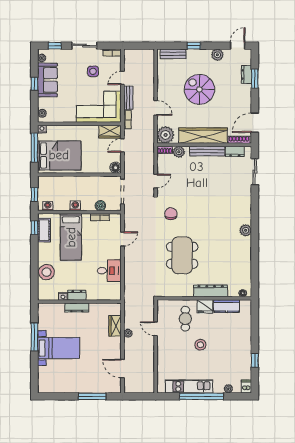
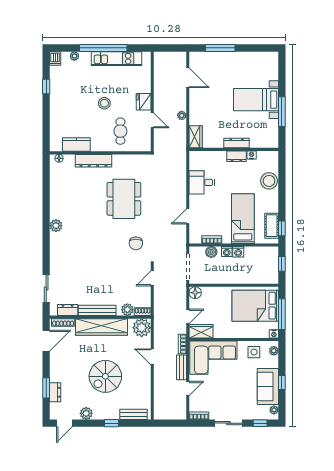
side table: (93, 71) -> (254, 352), moved
spiral stairs: (199, 89) -> (105, 376), turned 90
washing machine: (48, 206) -> (227, 252), moved
fridge: (205, 306) -> (144, 102), moved, turned -90
wardrobe: (115, 326) -> (196, 137), moved

